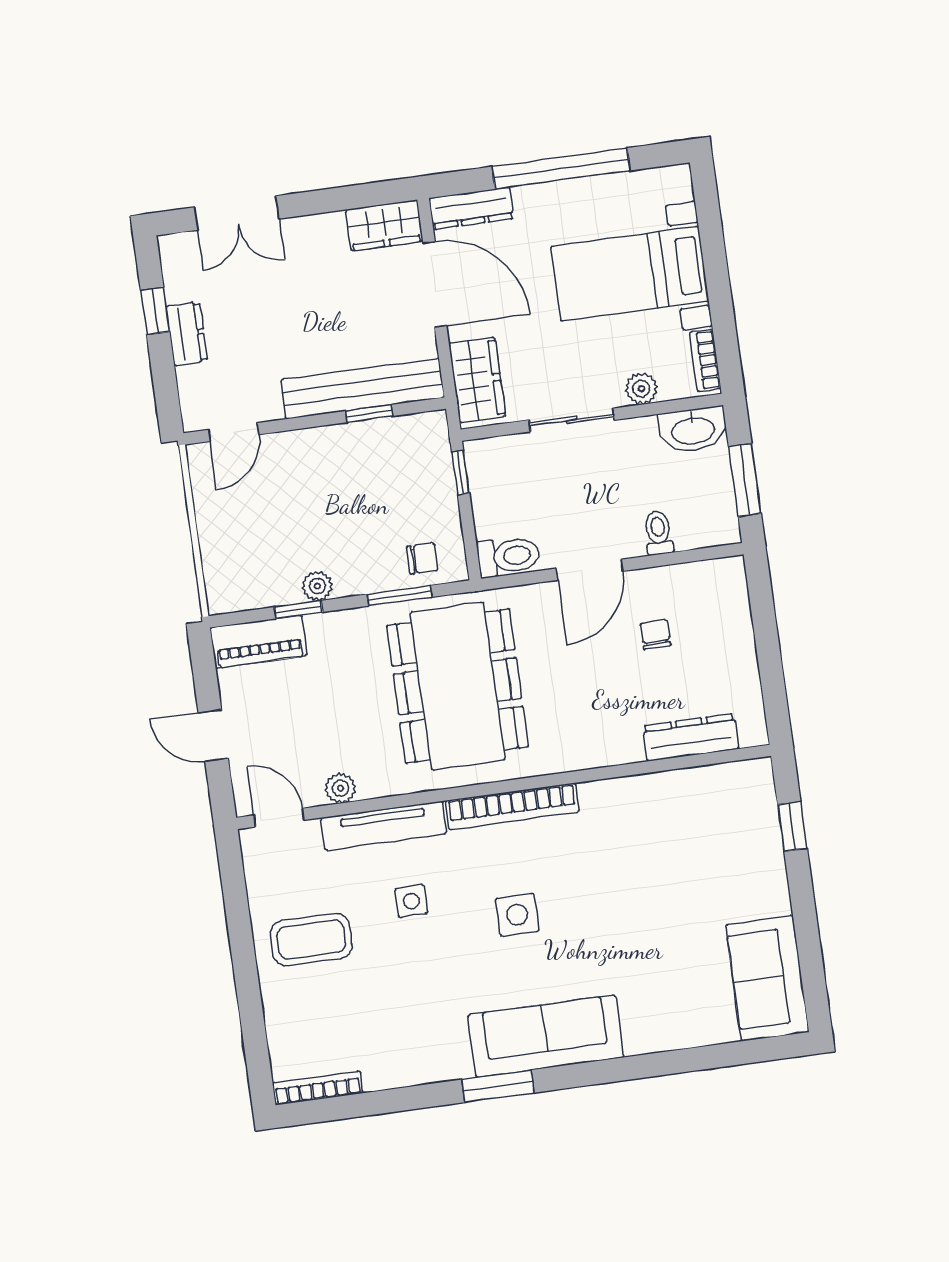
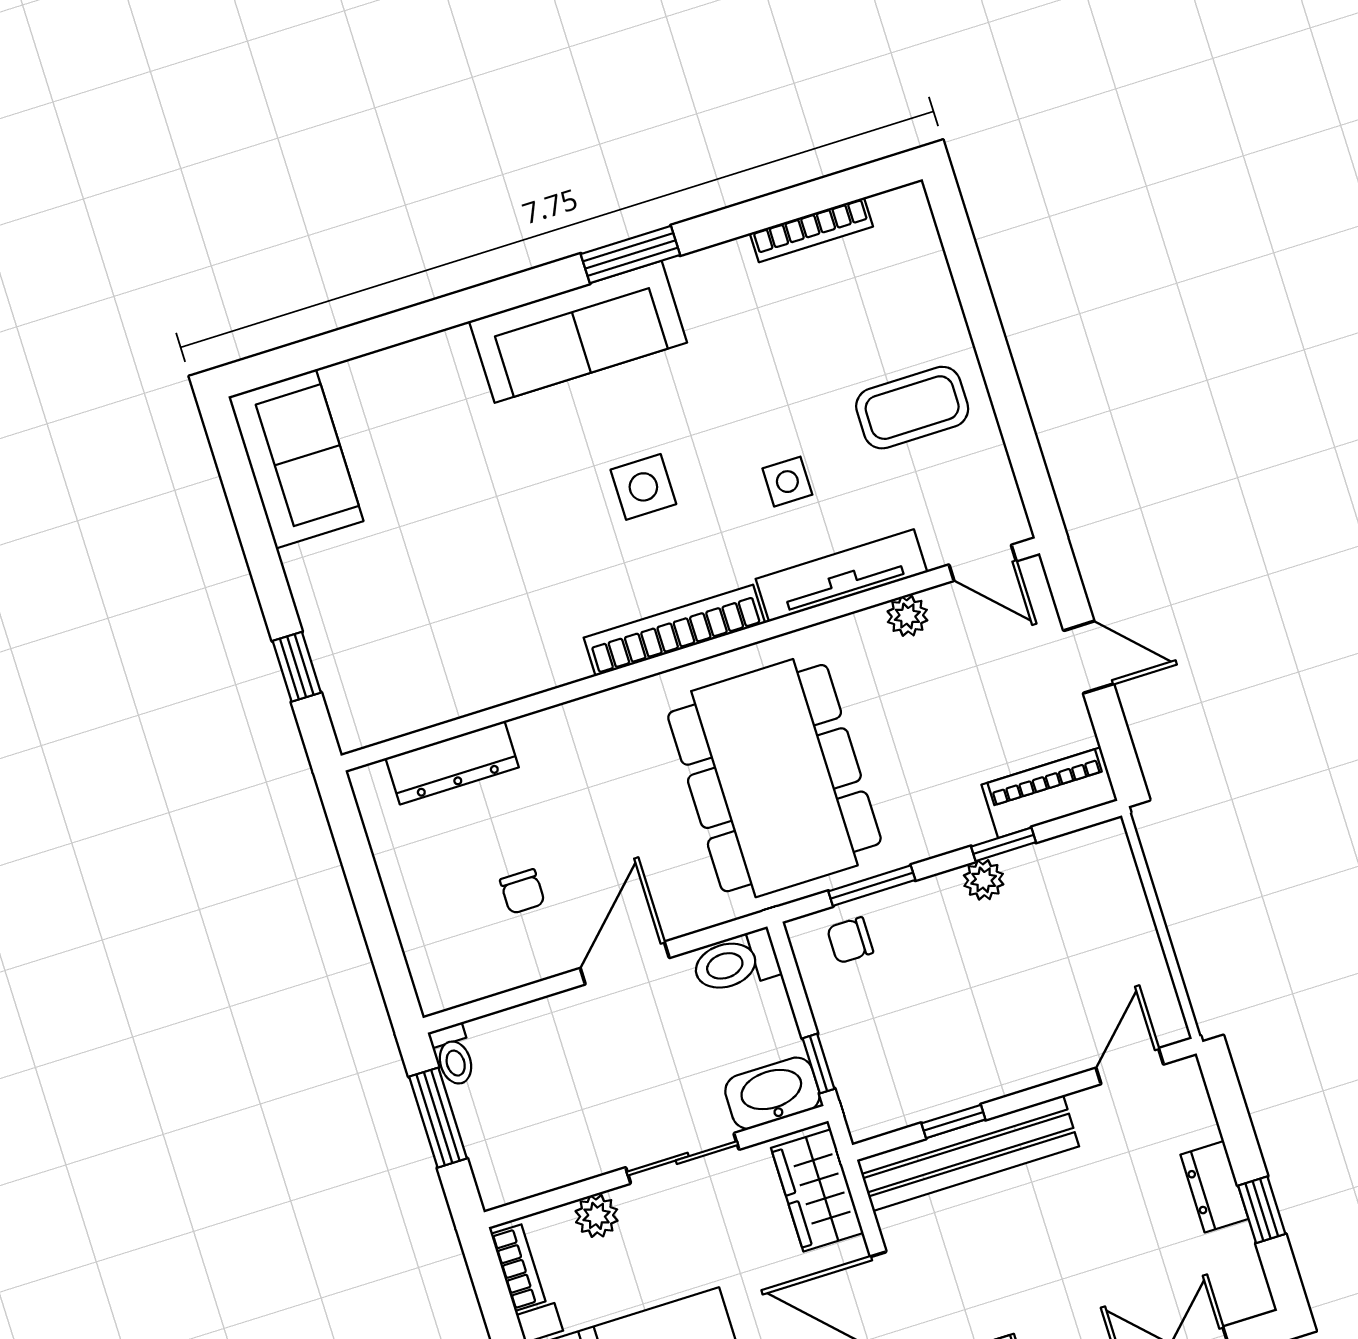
washbasin: (693, 430) -> (772, 1093), moved
toilet: (658, 533) -> (453, 1055), moved
bookcase: (318, 1088) -> (811, 230), moved

